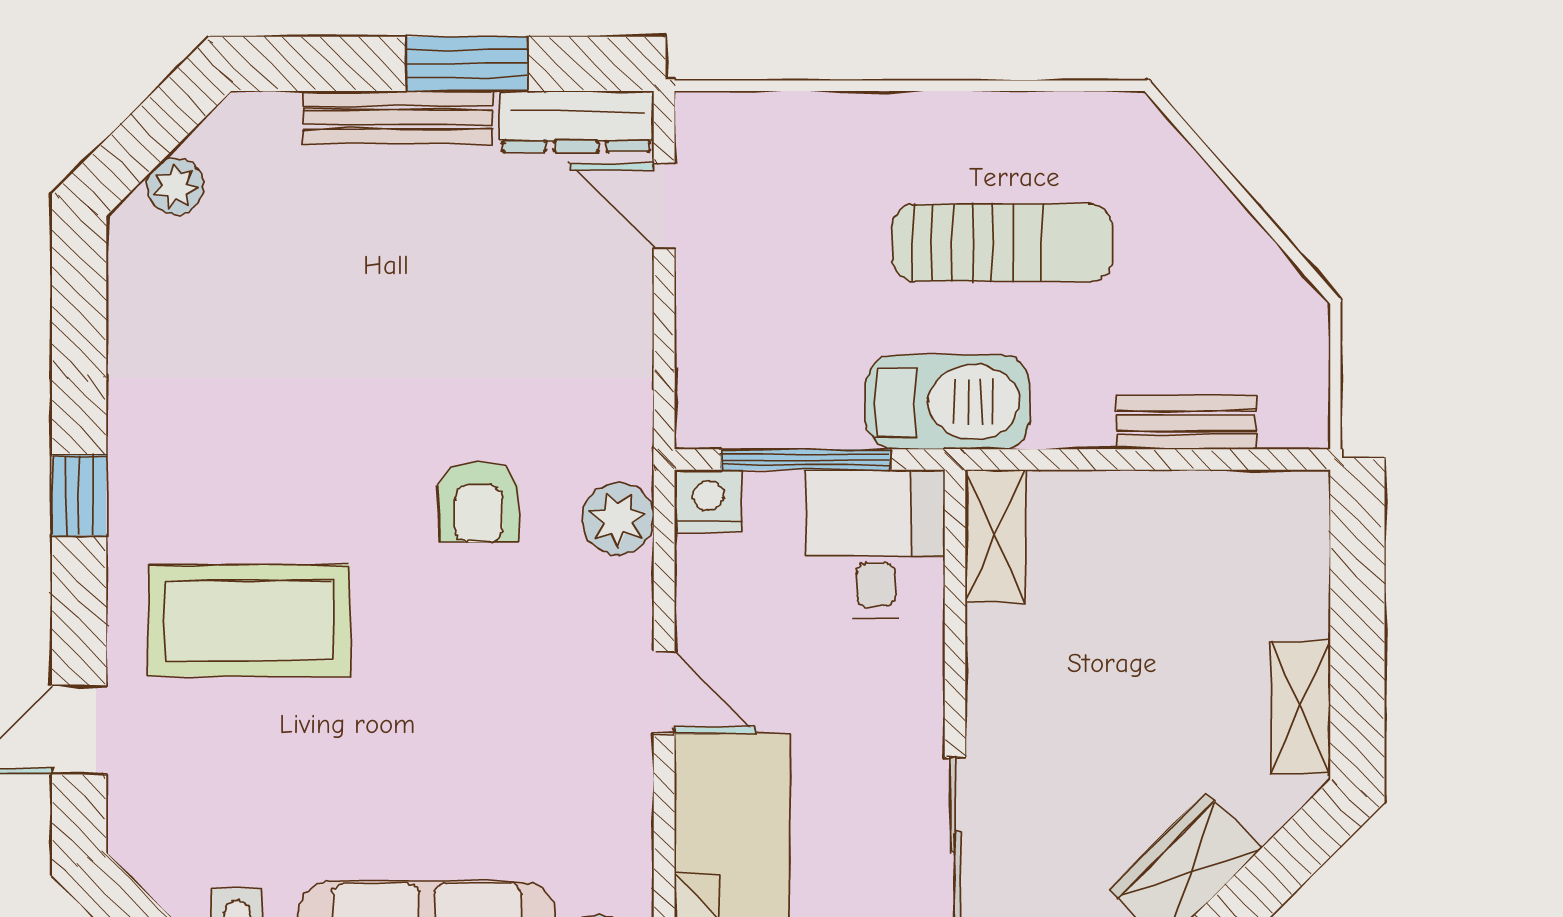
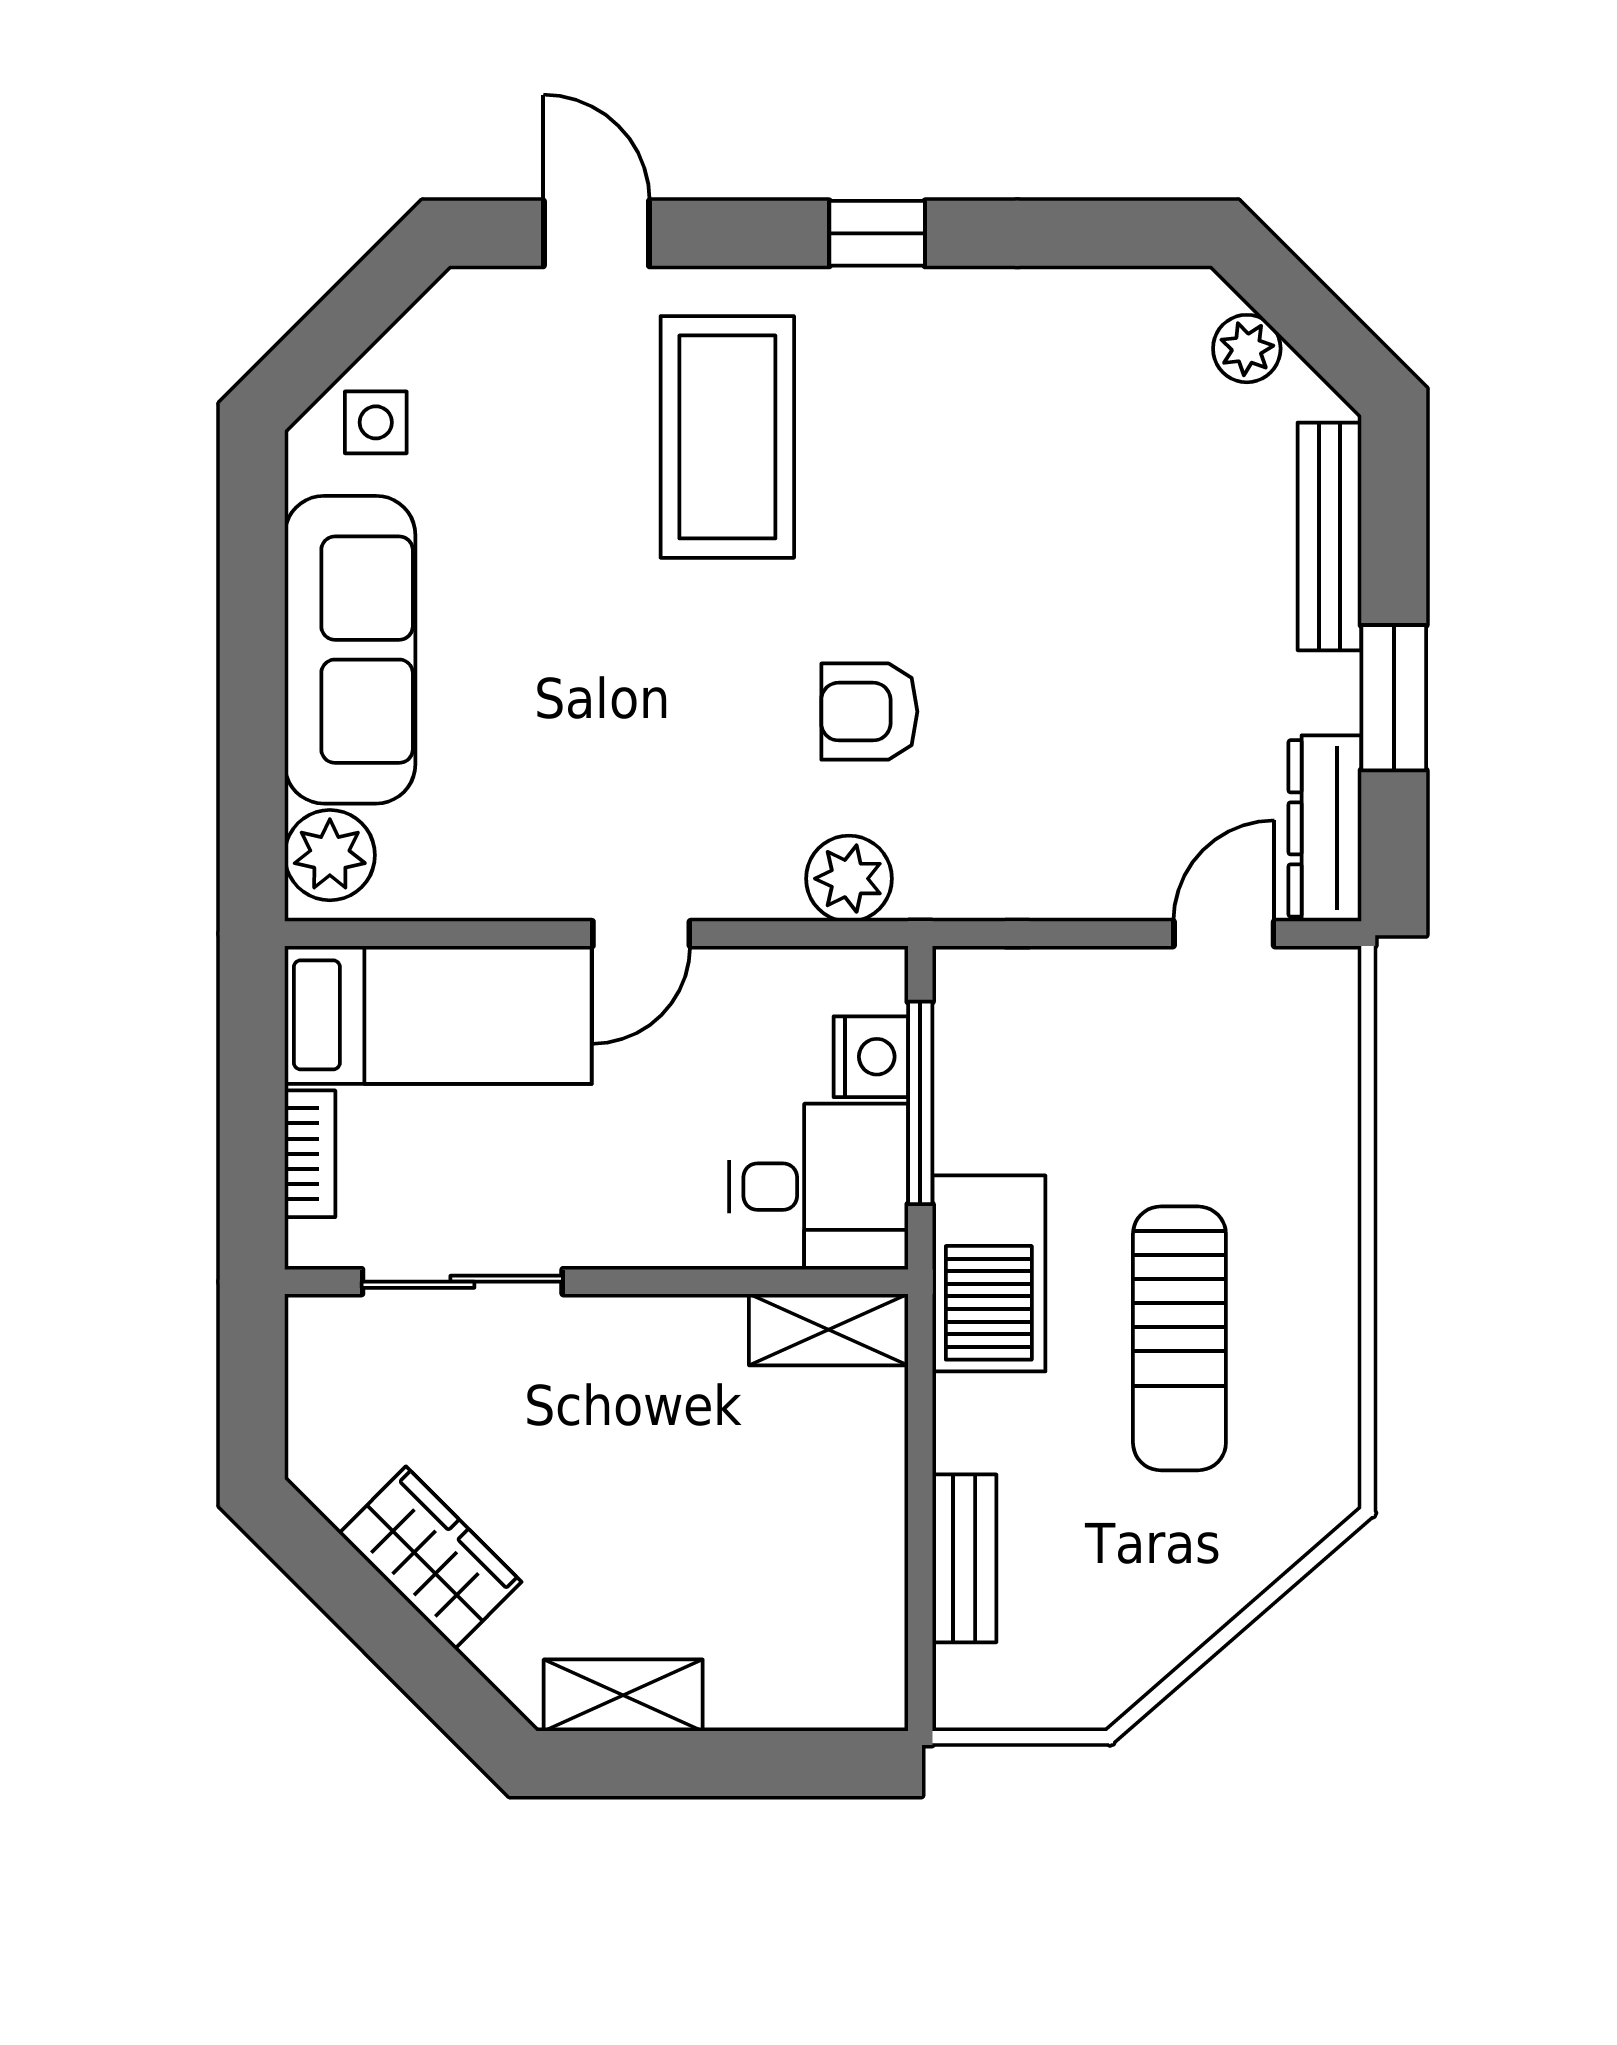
bench: (398, 118) -> (1329, 536), moved
nightstand: (708, 501) -> (871, 1057), moved

